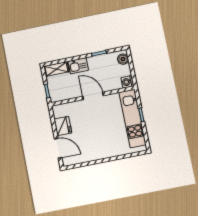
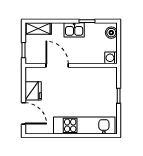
kitchen sink: (78, 66) -> (74, 30), moved
door: (93, 96) -> (57, 65), moved
kitchen unit: (132, 118) -> (84, 125), moved, turned 90

